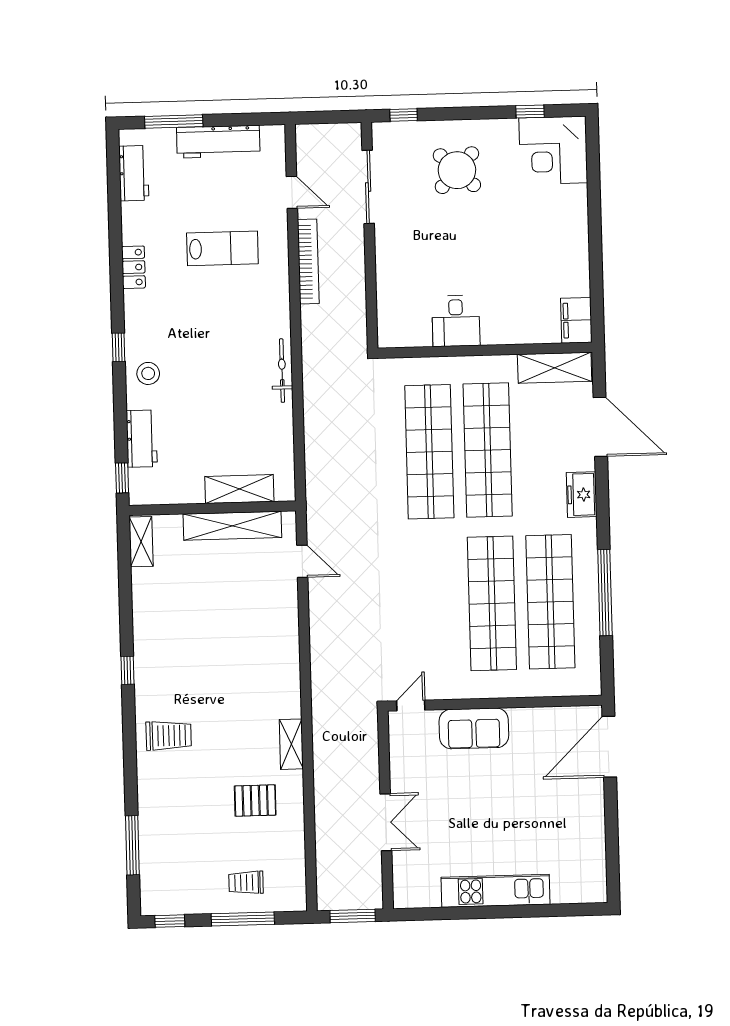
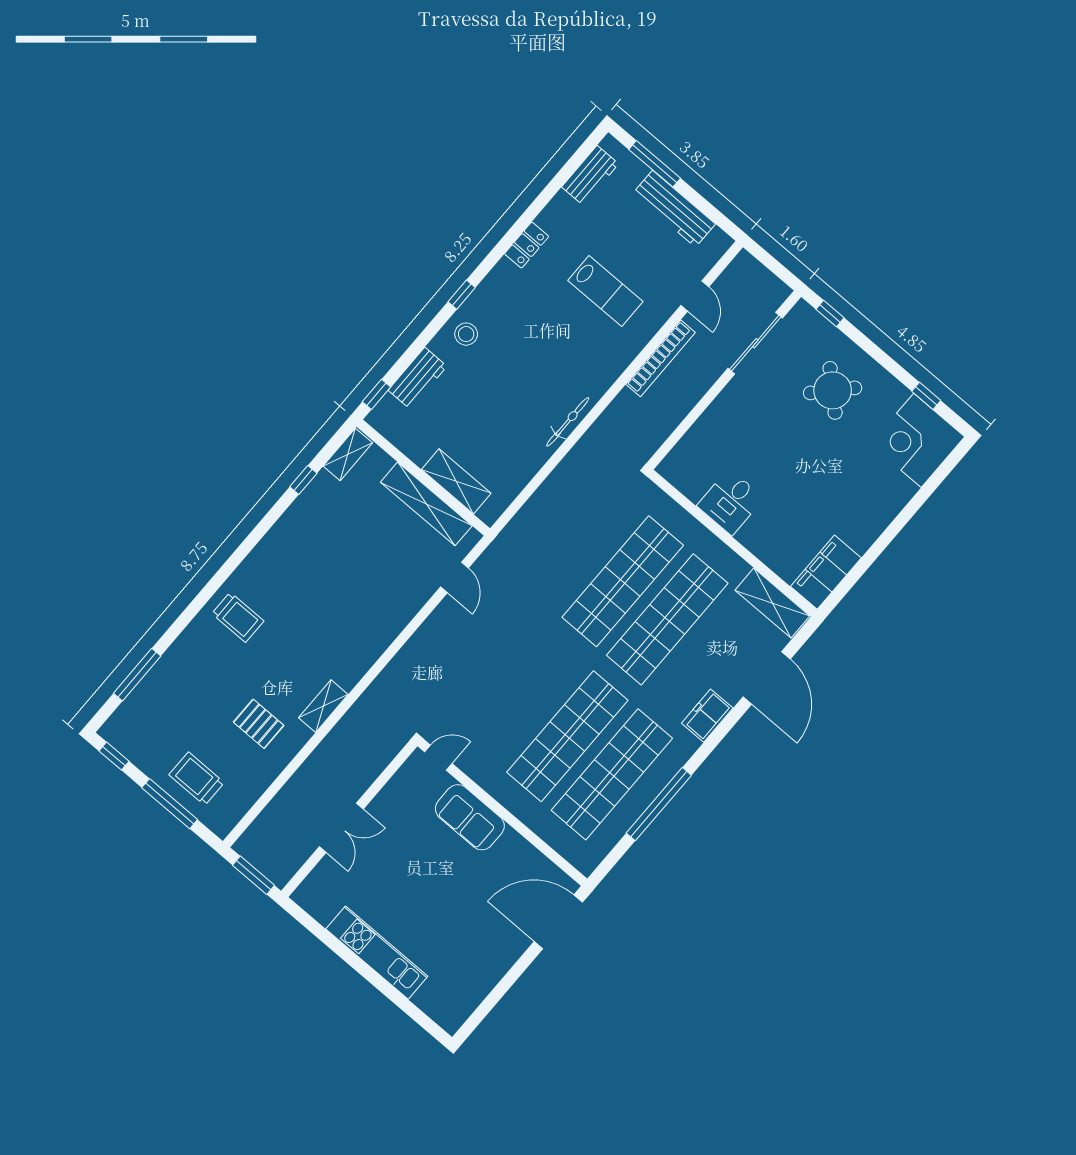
filing cabinet: (576, 320) -> (826, 572), width x1.50, depth x1.17
window: (127, 670) -> (303, 480), moved
trolley: (246, 883) -> (197, 779), width x1.36, depth x1.39

